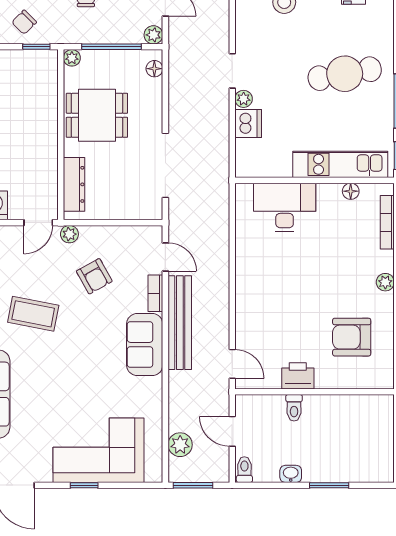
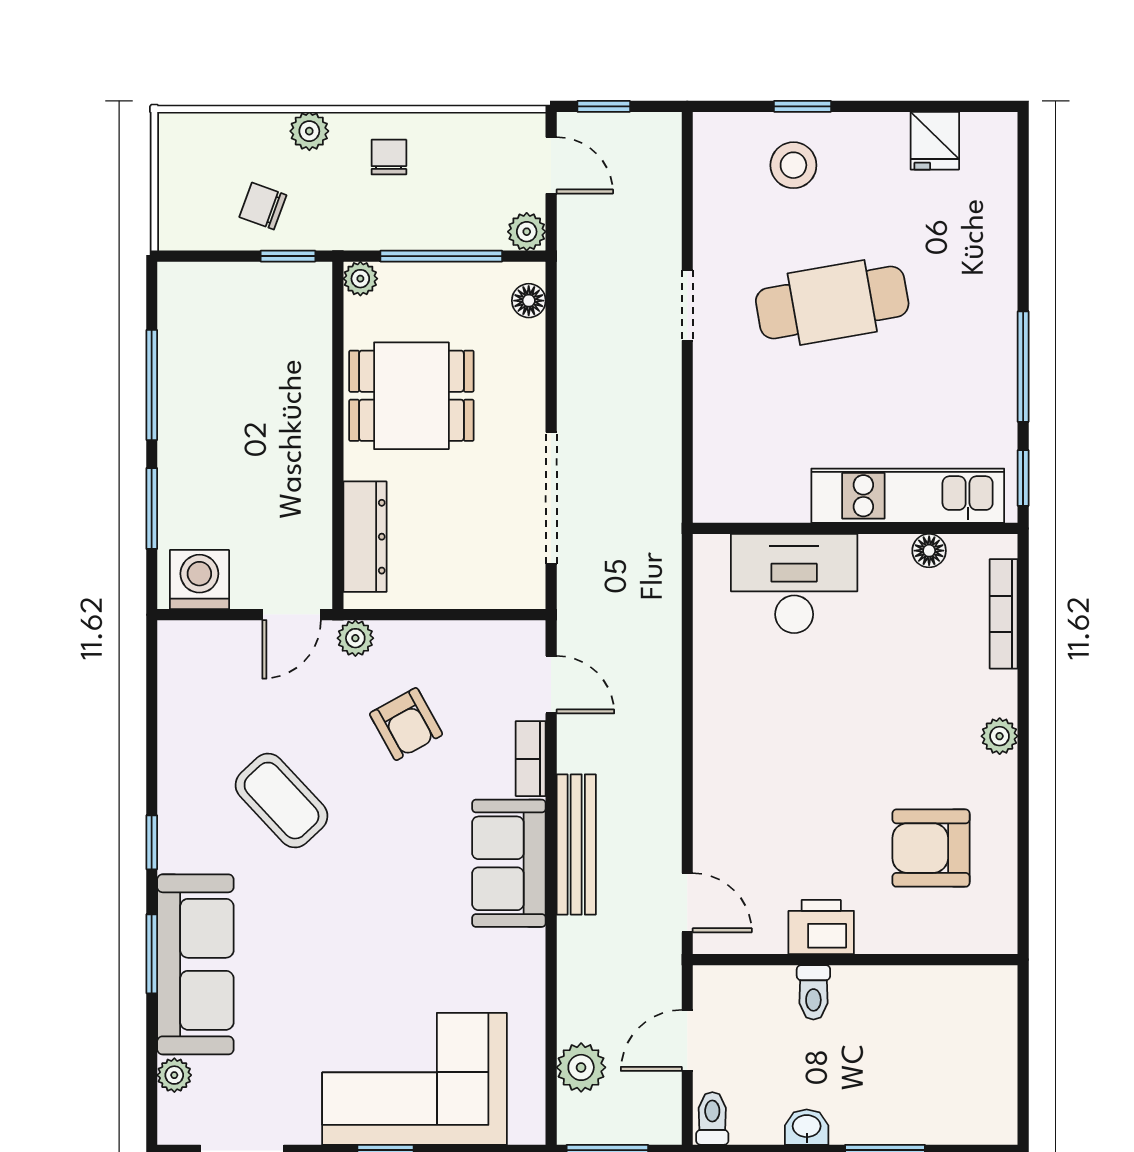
chair: (24, 22) -> (263, 206), turned 65
cafe table: (345, 74) -> (832, 303), moved
plant: (244, 99) -> (710, 362), removed
dishwasher: (248, 124) -> (720, 412), removed
coffee table: (33, 314) -> (282, 801), turned 36
bench: (180, 323) -> (576, 844), width x0.73, depth x0.82
door: (232, 431) -> (687, 1040), hinge flipped

